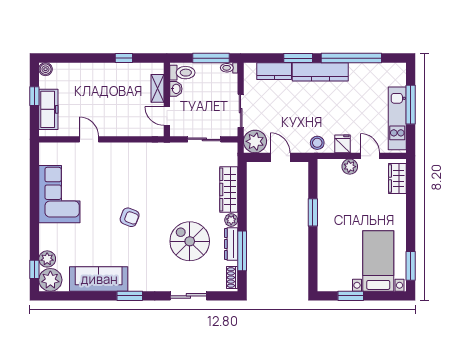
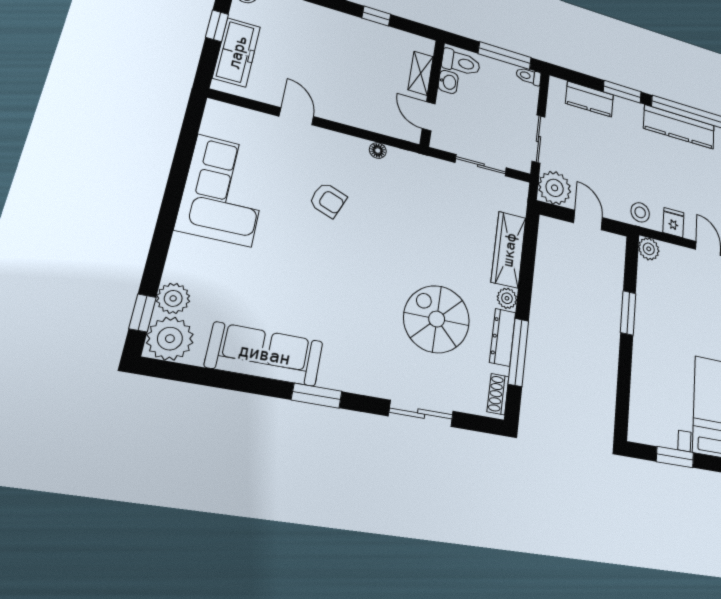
kitchen counter: (320, 72) -> (679, 127), moved
floor lamp: (139, 147) -> (378, 151), added
plant: (350, 167) -> (649, 249), moved
armchair: (130, 217) -> (328, 200), moved

